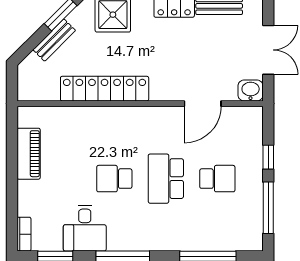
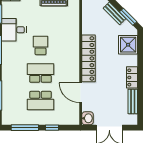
locker: (105, 89) -> (89, 58), moved
school desk: (217, 179) -> (40, 101), width x1.85

